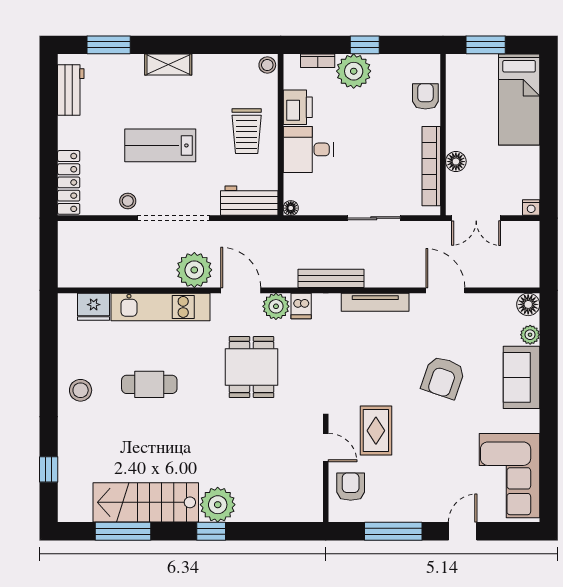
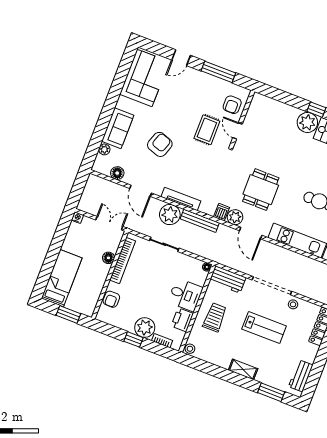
plant: (194, 270) -> (170, 215), moved
floor lamp: (528, 304) -> (117, 173), moved

